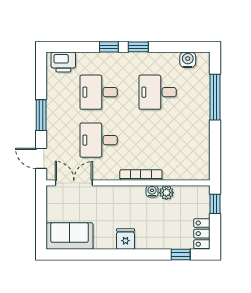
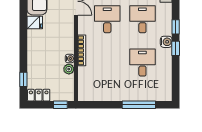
water cooler: (188, 60) -> (166, 42), moved
fridge: (126, 239) -> (35, 22), moved

